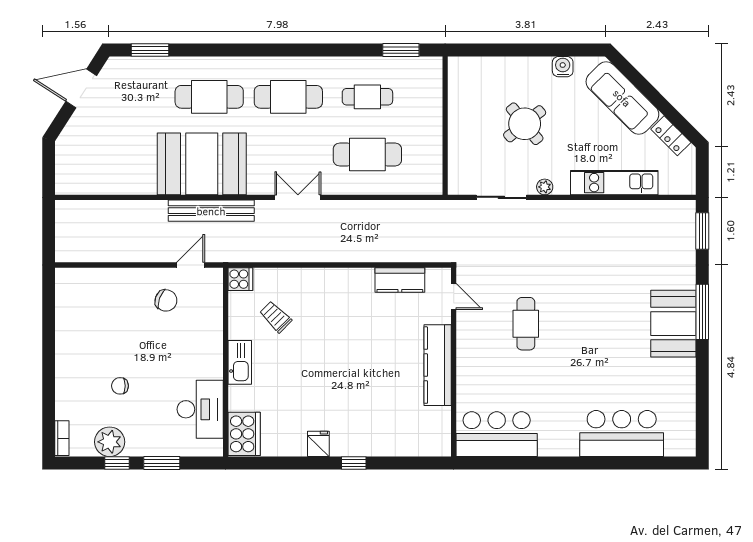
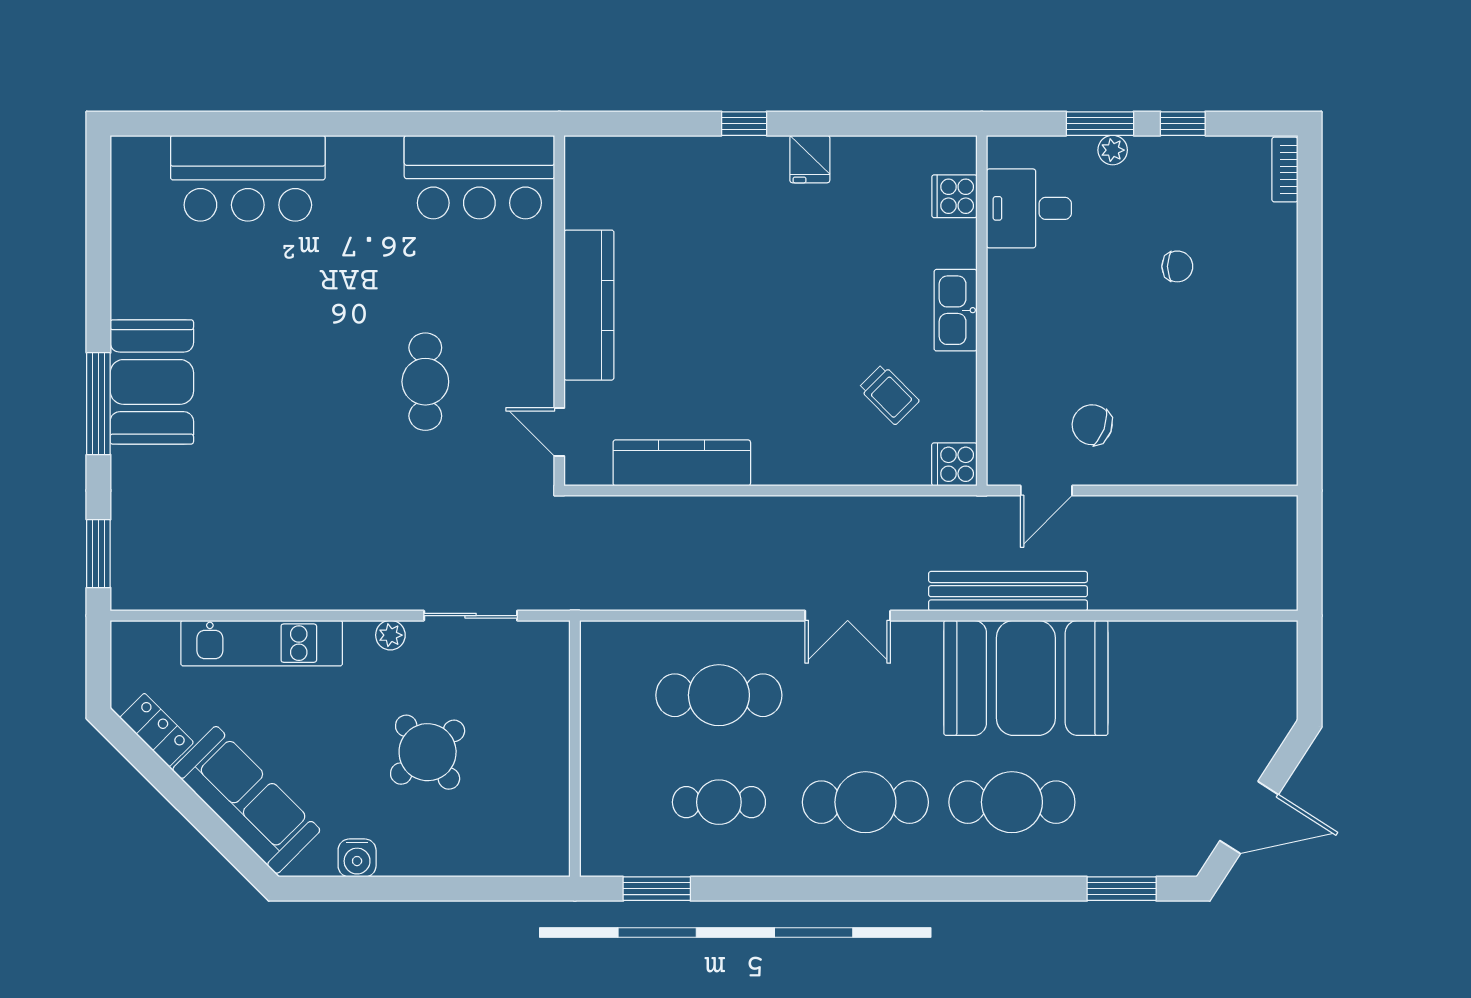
kitchen counter: (400, 280) -> (682, 463), width x1.50
desk: (200, 409) -> (1029, 208), width x0.73
cooker: (244, 434) -> (954, 196), width x0.53, depth x0.76
plant: (110, 442) -> (1113, 150), moved, width x0.53, depth x0.53

